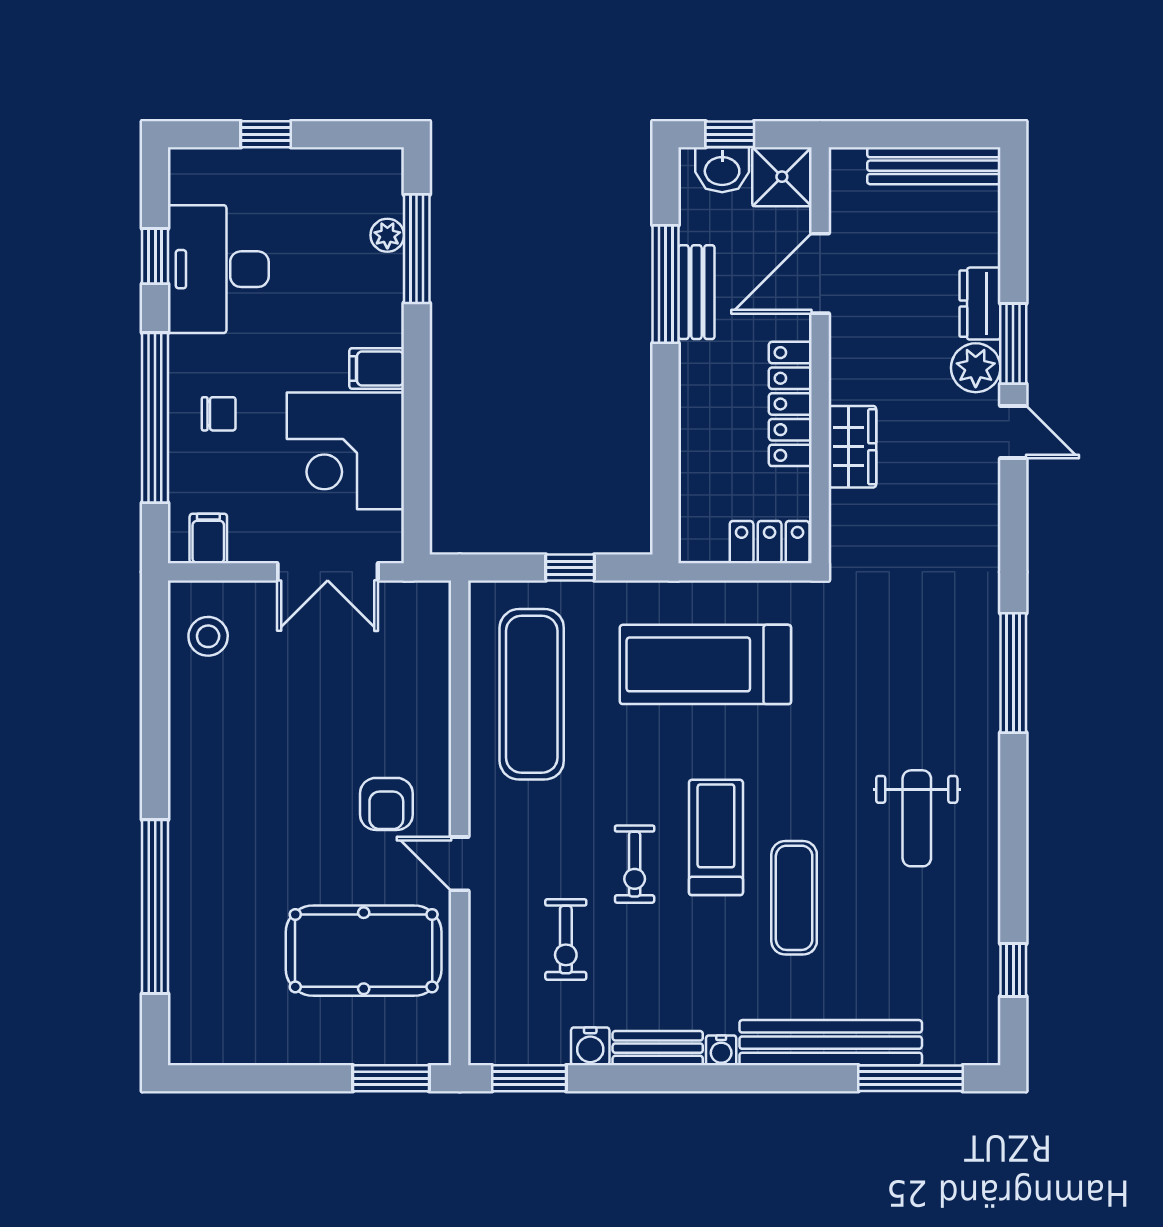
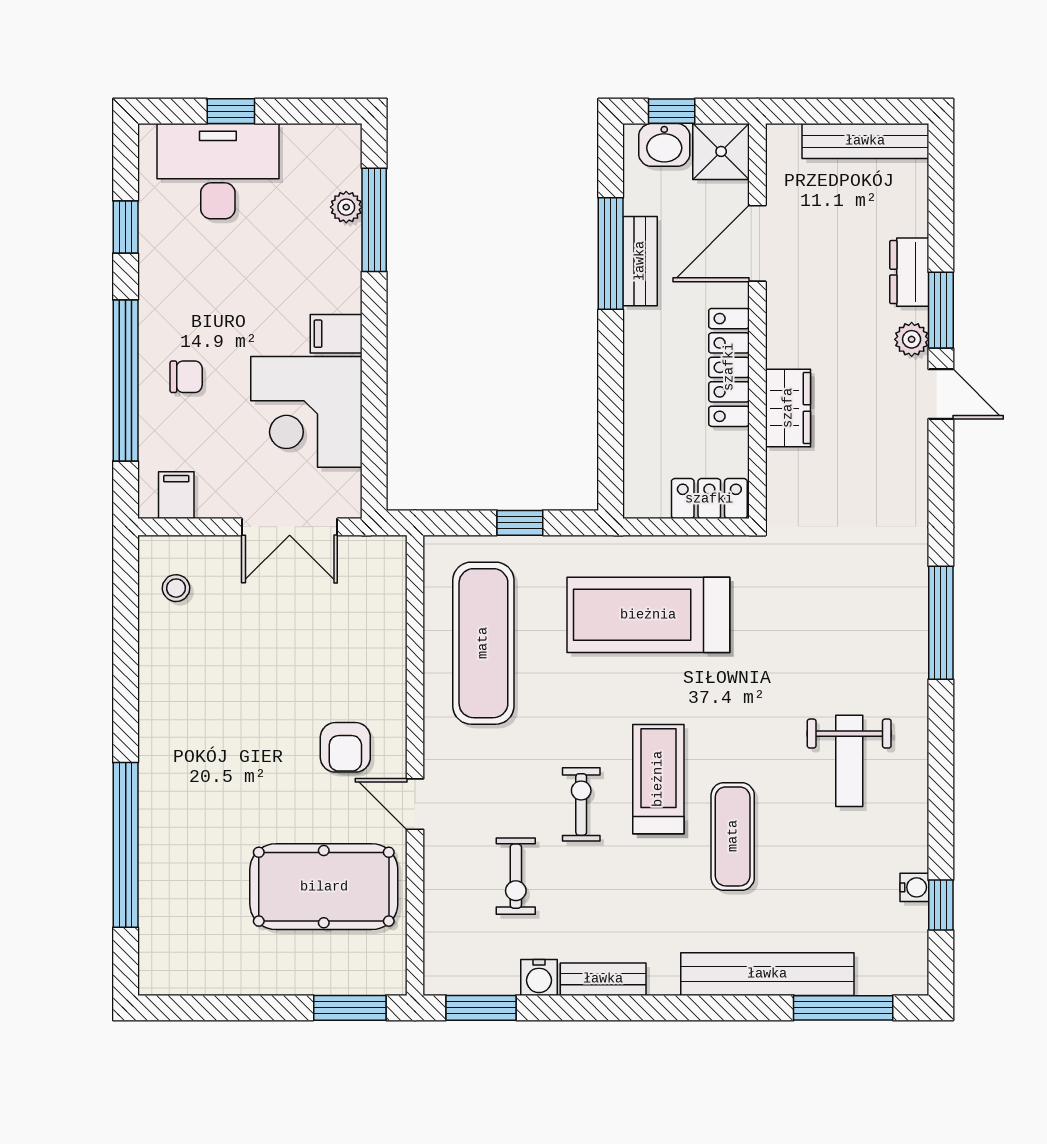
desk: (218, 269) -> (218, 171), moved, turned 90
plant: (976, 368) -> (912, 339), width x0.73, depth x0.73
stool: (208, 636) -> (176, 588), width x0.73, depth x0.73
exercise bike: (635, 864) -> (581, 804), turned 180
water cooler: (721, 1050) -> (914, 887), moved, turned -90

